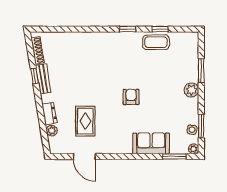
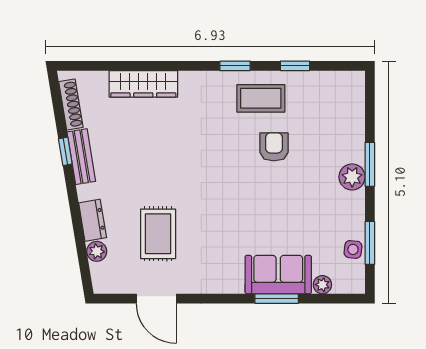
wardrobe: (77, 39) -> (143, 84), added
coffee table: (156, 42) -> (261, 98), moved
window: (201, 71) -> (370, 164), moved
armchair: (131, 97) -> (274, 147), moved
plant: (194, 149) -> (322, 285), moved
window: (174, 156) -> (277, 299), moved

